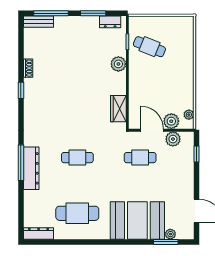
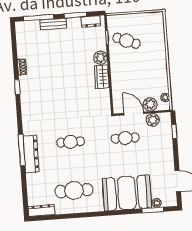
bench: (38, 22) -> (53, 24), moved
wardrobe: (118, 109) -> (102, 77), moved

